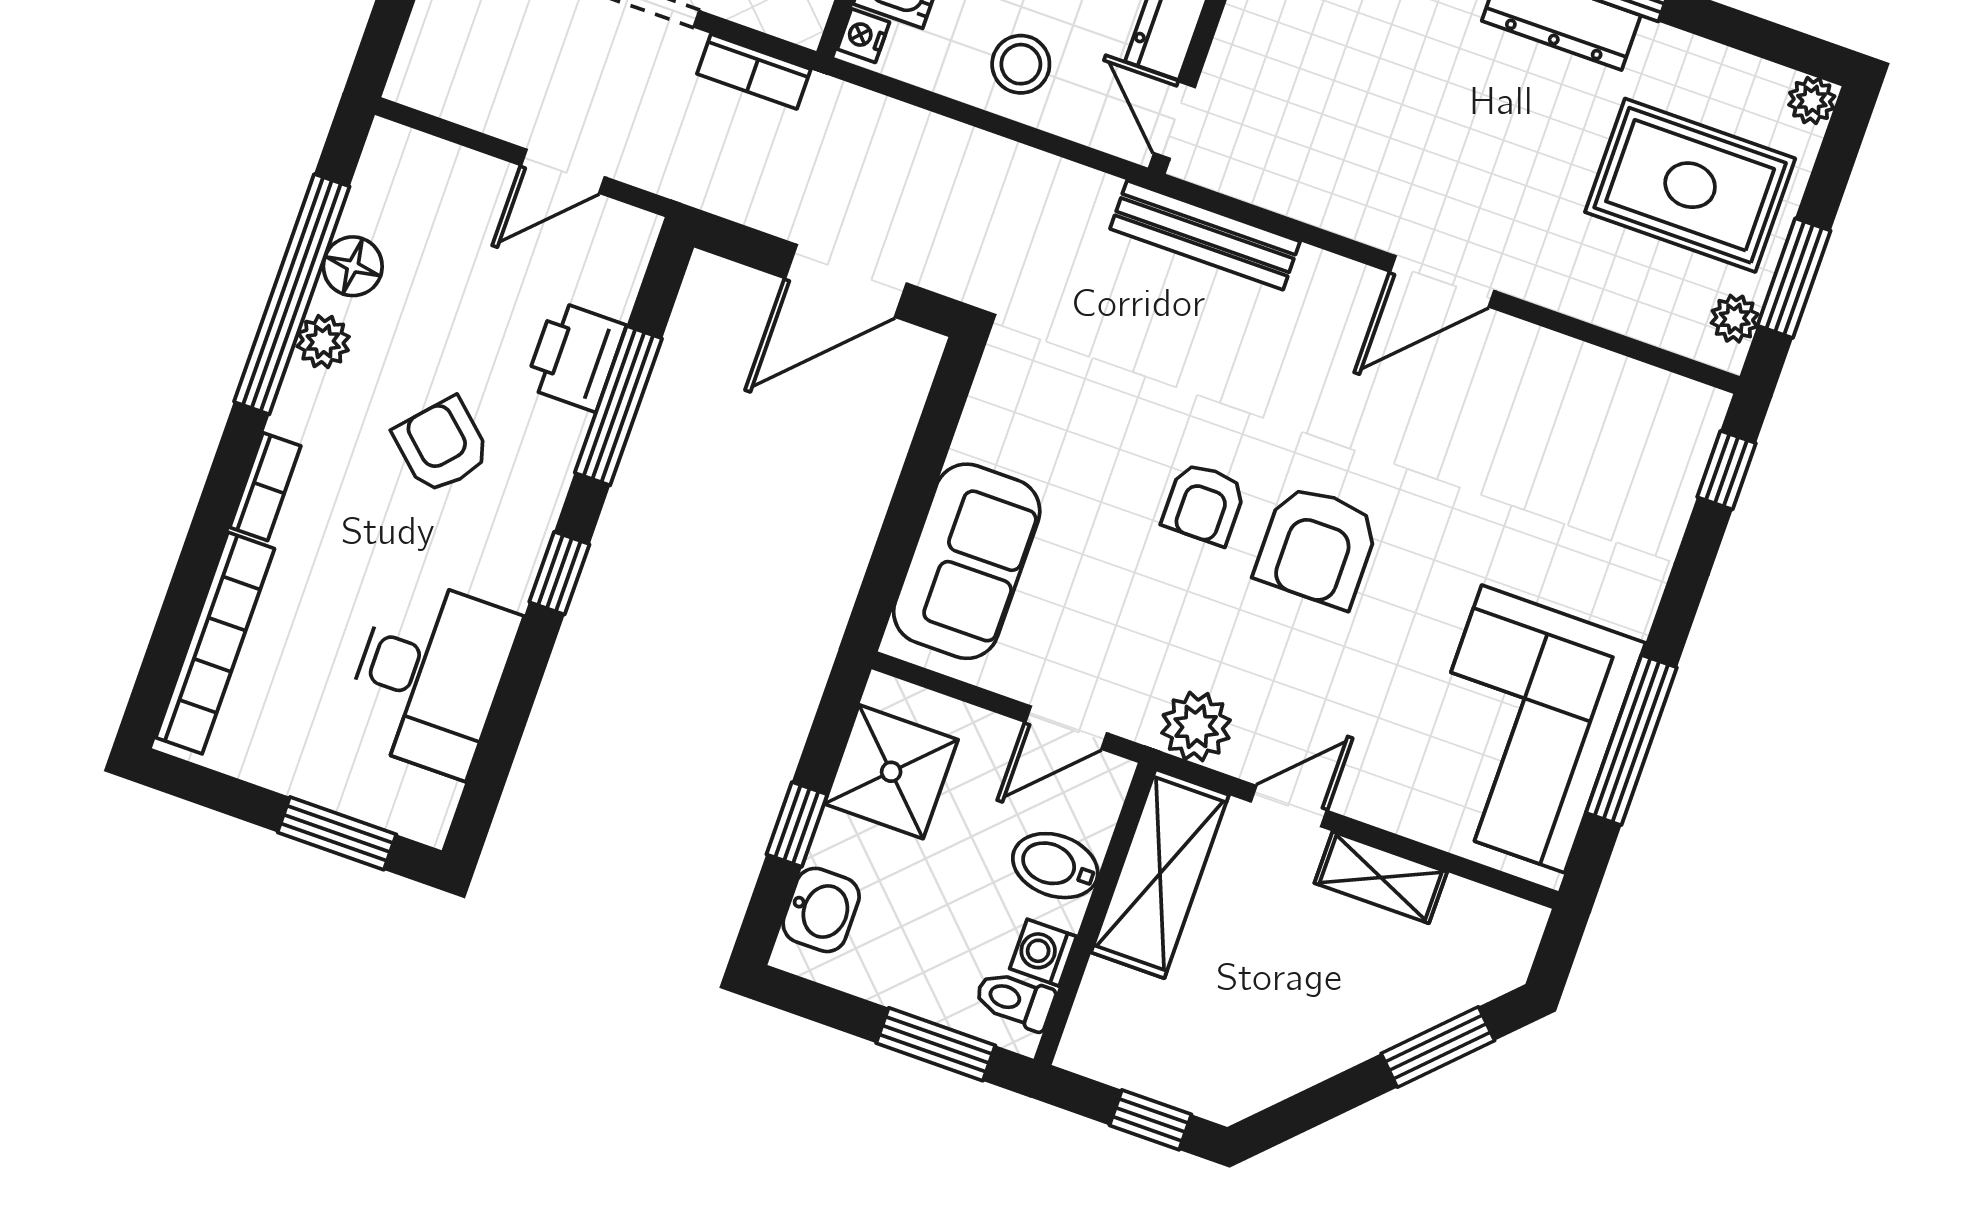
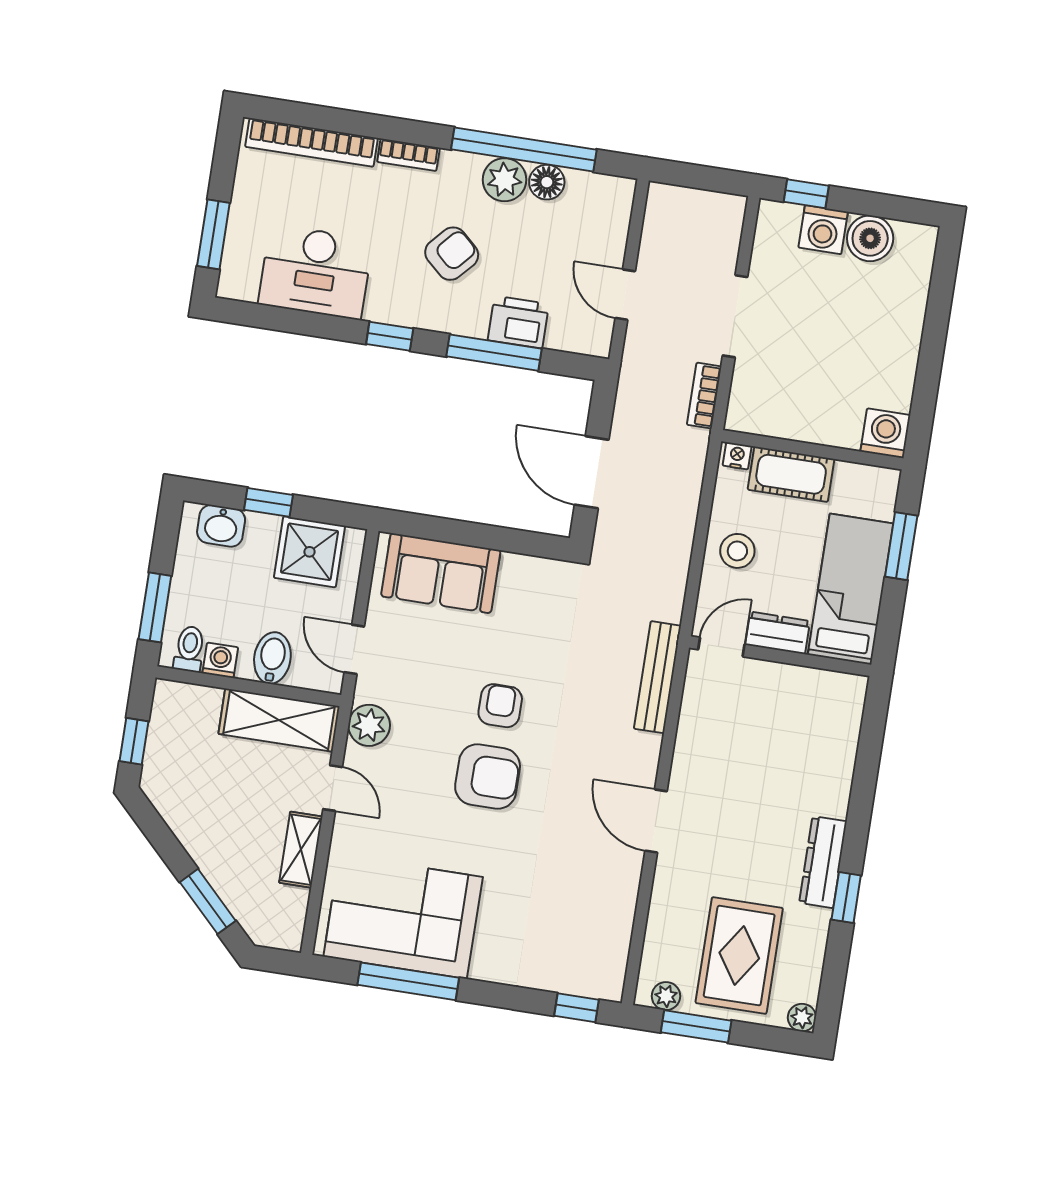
plant: (323, 342) -> (504, 180), width x1.38, depth x1.38
armchair: (1204, 504) -> (500, 706), turned 90
armchair: (1317, 546) -> (488, 777), turned 180

